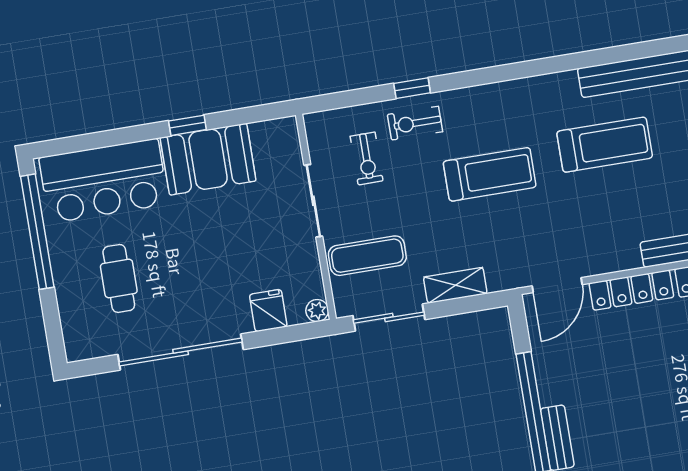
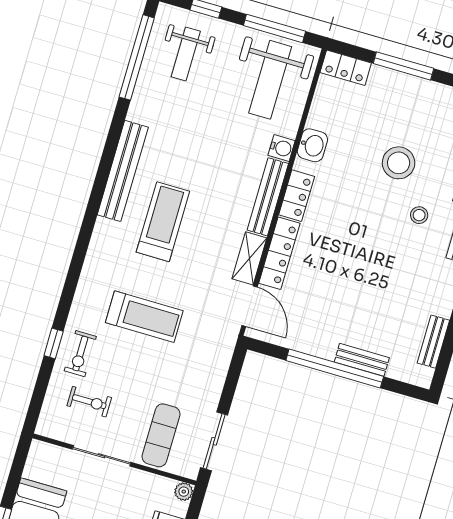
treadmill: (490, 174) -> (144, 317), turned 90
shelving: (455, 285) -> (249, 258), moved

